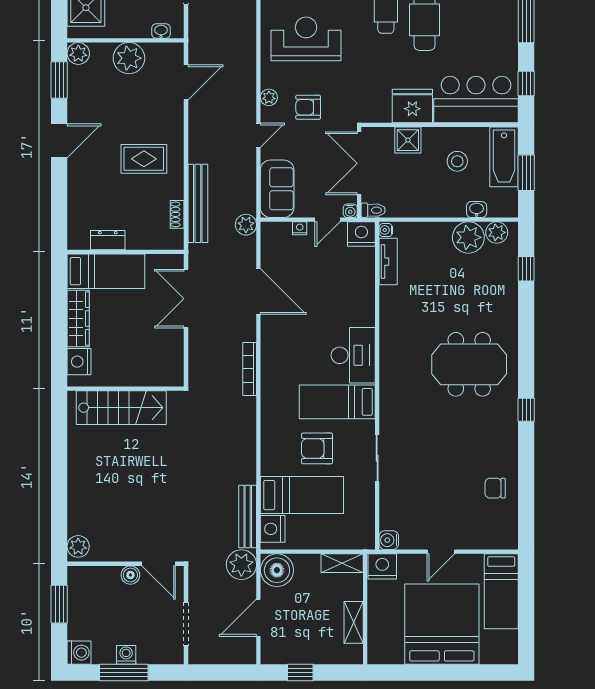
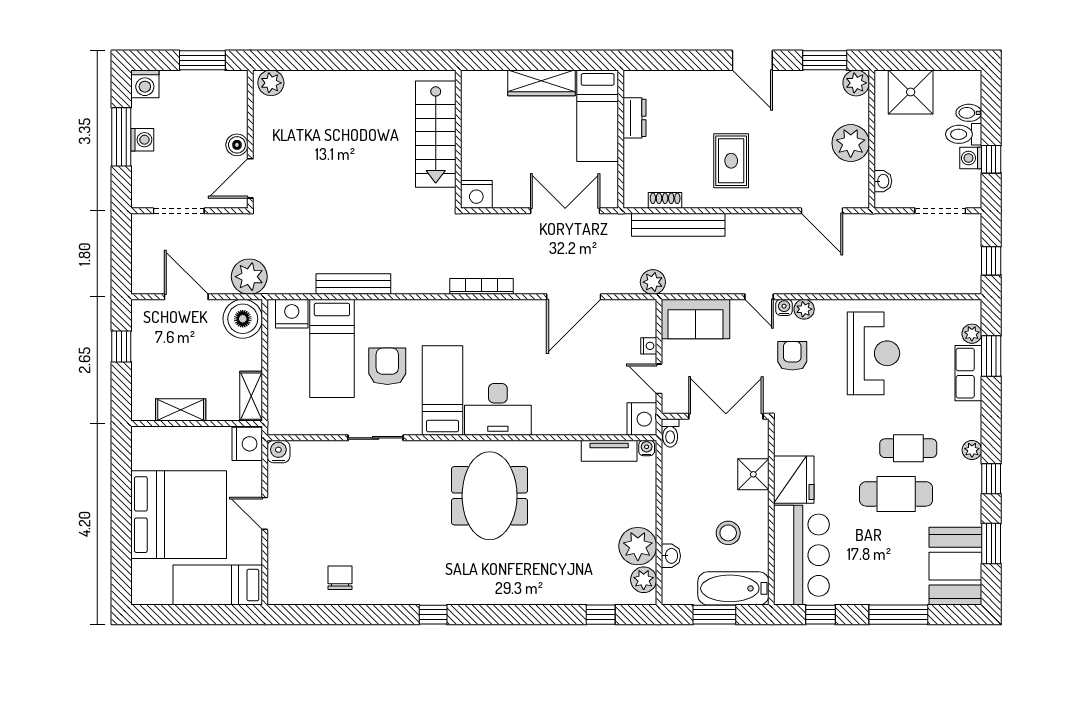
water cooler: (350, 211) -> (784, 307), moved, turned 90
nightstand: (79, 362) -> (476, 194), moved, turned 180
meeting table: (469, 364) -> (490, 496), moved
bench: (248, 517) -> (353, 284), moved

